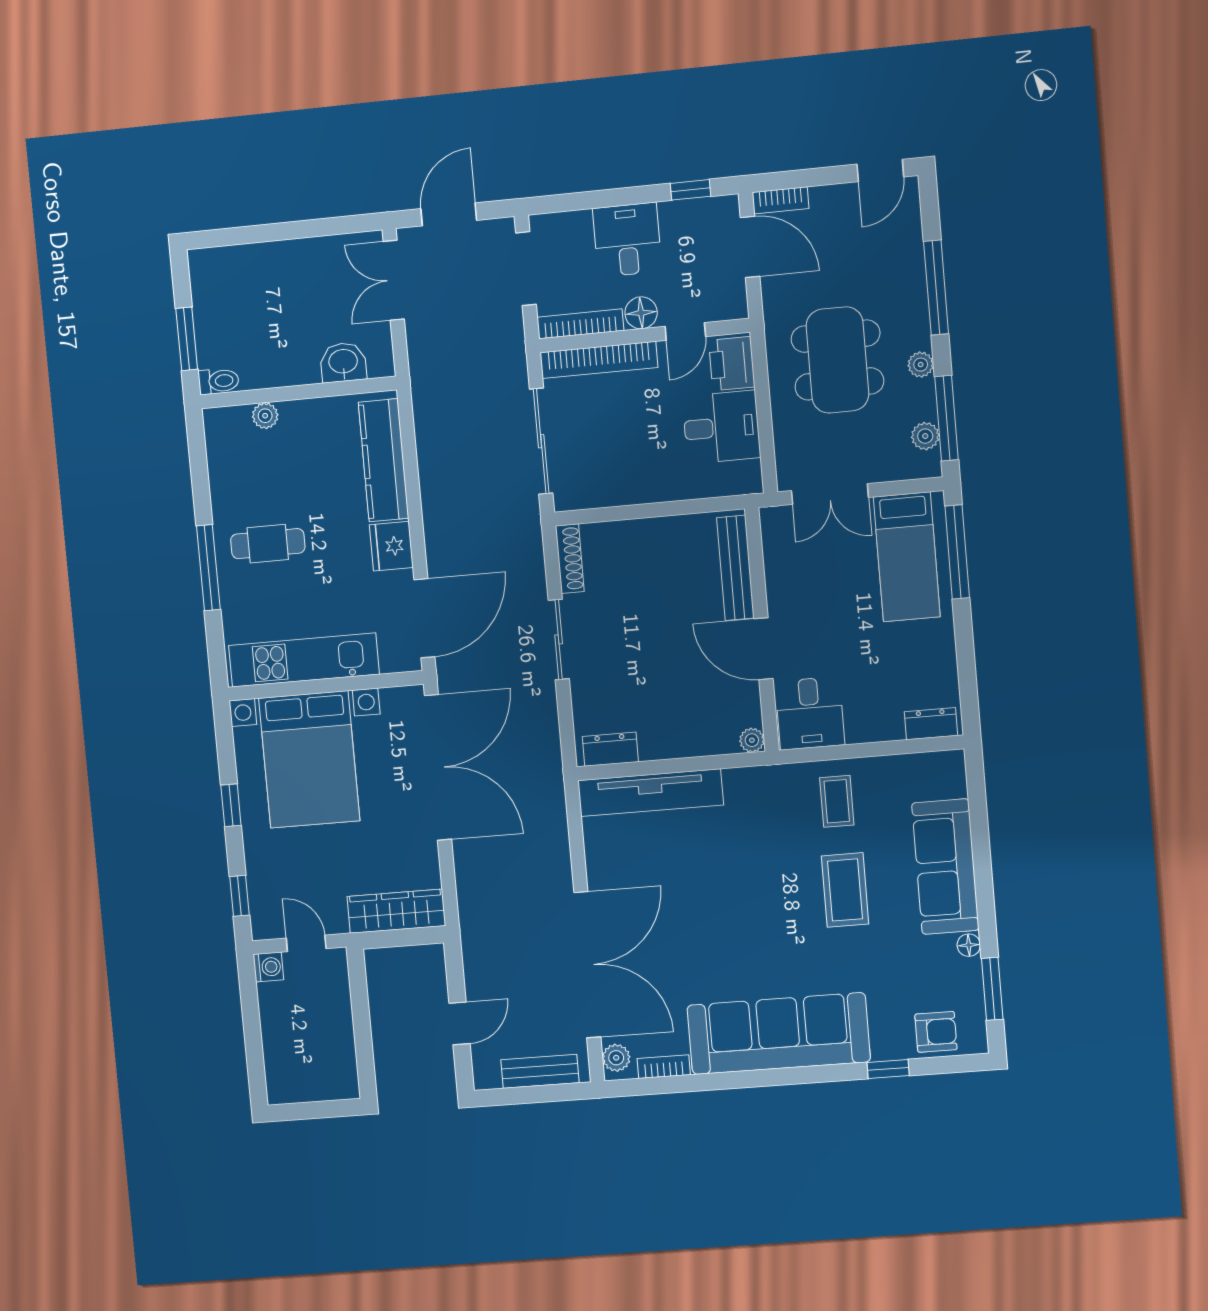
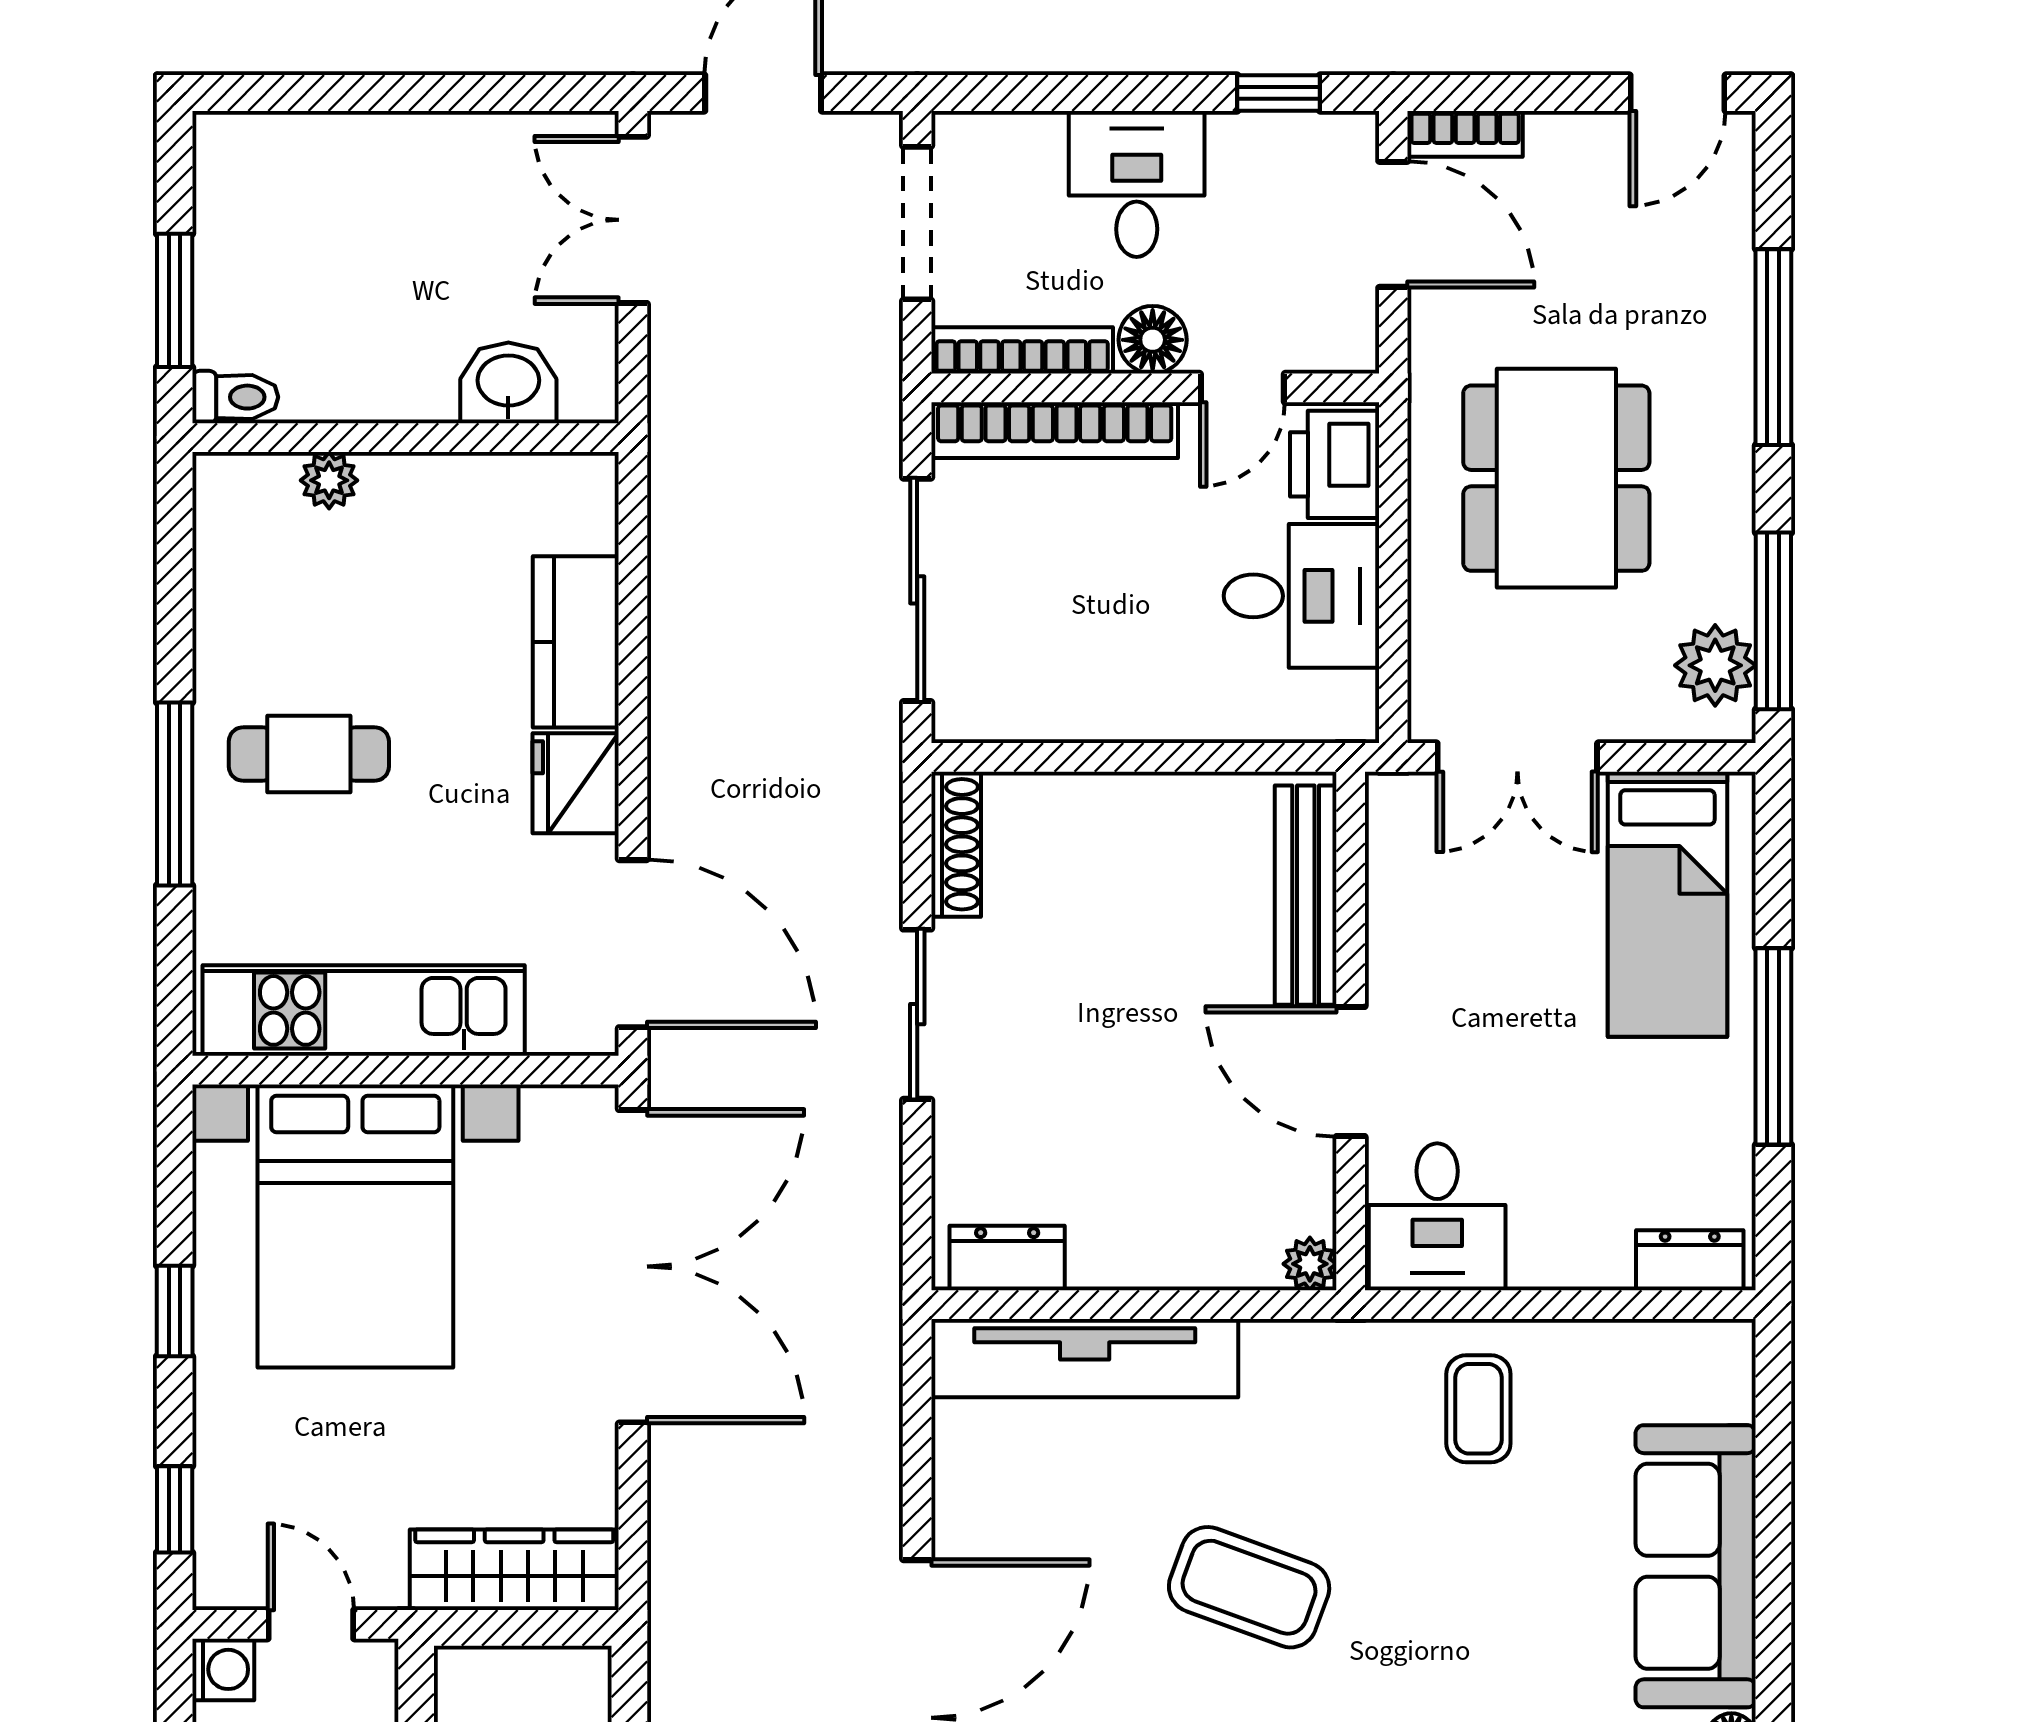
plant: (921, 365) -> (1729, 504), removed
plant: (925, 436) -> (1715, 665), width x1.38, depth x1.38
kitchen counter: (383, 460) -> (576, 642), width x0.67
window: (957, 552) -> (1773, 1046), moved
door: (424, 618) -> (633, 944), hinge flipped
coffee table: (845, 890) -> (1249, 1587), moved, turned -70

